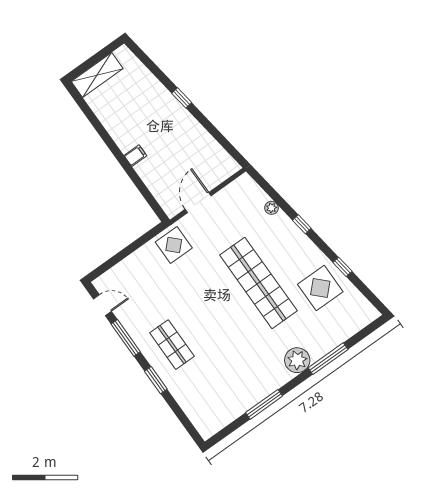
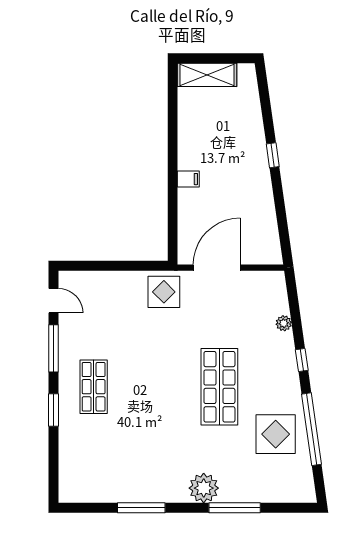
door: (198, 202) -> (217, 268), width x1.36
window: (342, 267) -> (312, 429), width x3.17
shop shelf: (258, 283) -> (219, 387), width x0.71

